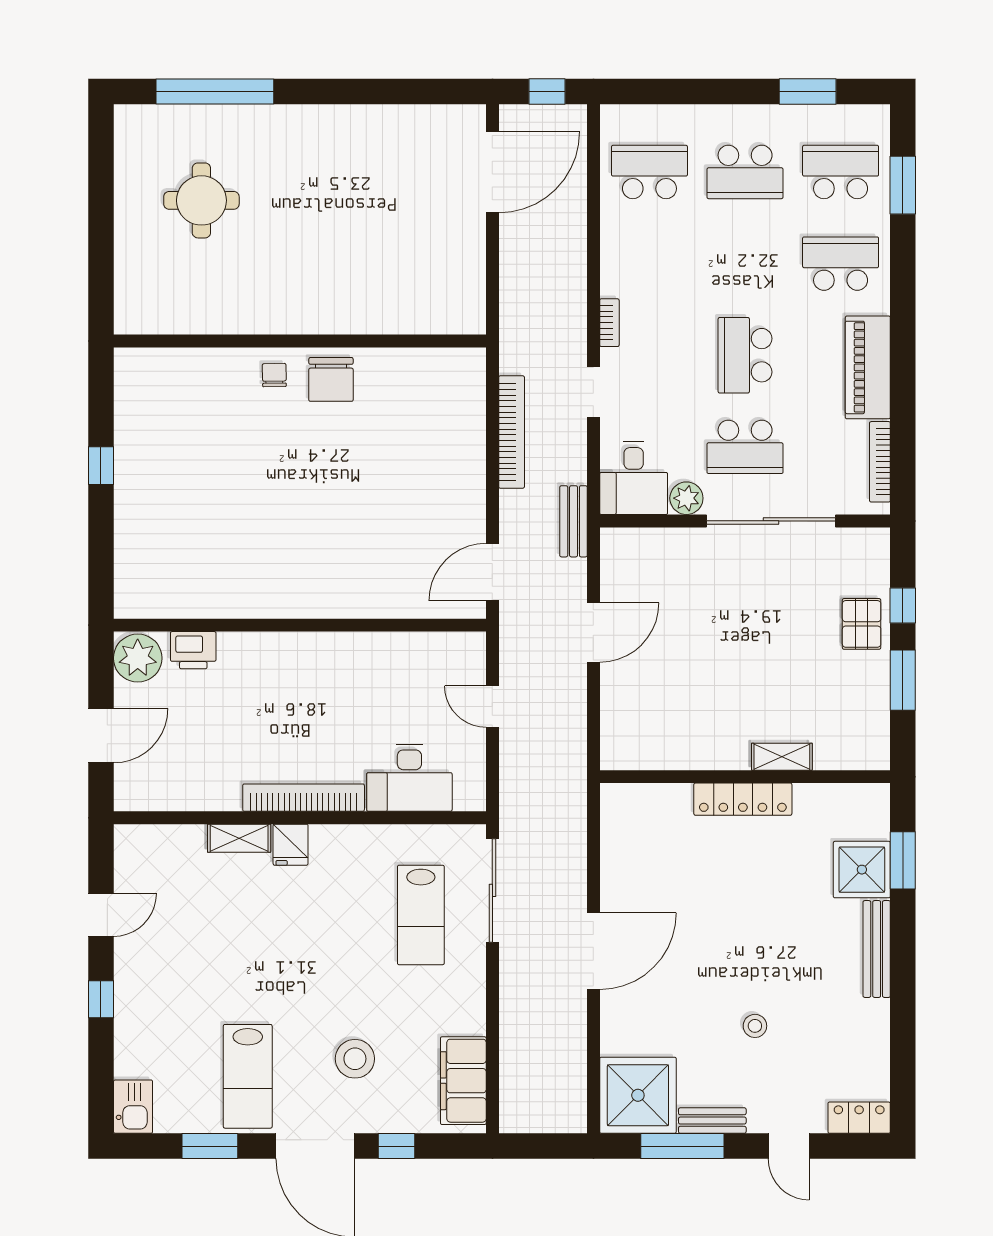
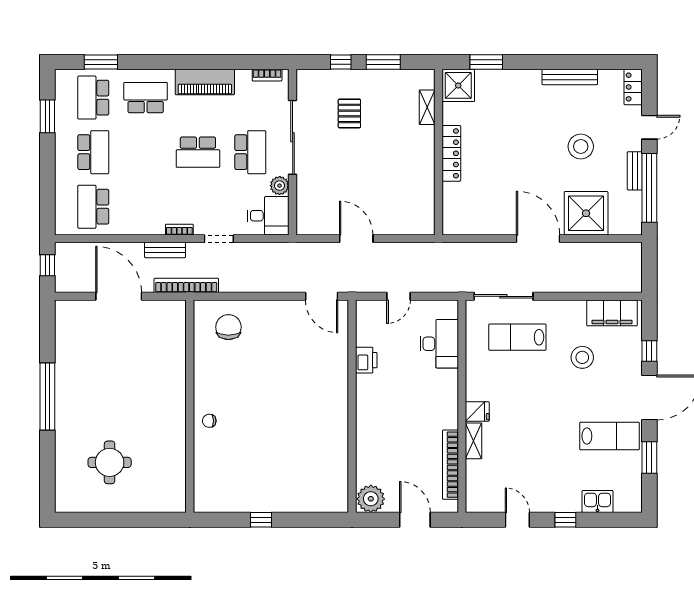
window: (215, 92) -> (47, 397), moved
door: (492, 172) -> (119, 296), moved
school desk: (841, 264) -> (146, 98), turned 90
chair: (331, 379) -> (228, 327), moved, turned -90
bookcase: (512, 432) -> (186, 285), moved
bookcase: (880, 462) -> (267, 75), width x0.64
bench: (574, 521) -> (165, 250), moved
pallet: (862, 624) -> (349, 113), moved, turned 90
printer: (193, 650) -> (366, 360), moved
shelving: (782, 757) -> (427, 107), moved
bookcase: (304, 798) -> (450, 465), moved
shower: (862, 870) -> (458, 85), moved
lab bench: (421, 915) -> (517, 337), turned 180
bench: (877, 949) -> (570, 77), moved
stool: (755, 1026) -> (581, 146), width x1.89, depth x1.89
stool: (355, 1059) -> (582, 357), moved
shower: (638, 1095) -> (586, 213), moved
kitchen sink: (133, 1107) -> (598, 501), moved
window: (682, 1146) -> (649, 188), width x1.46

